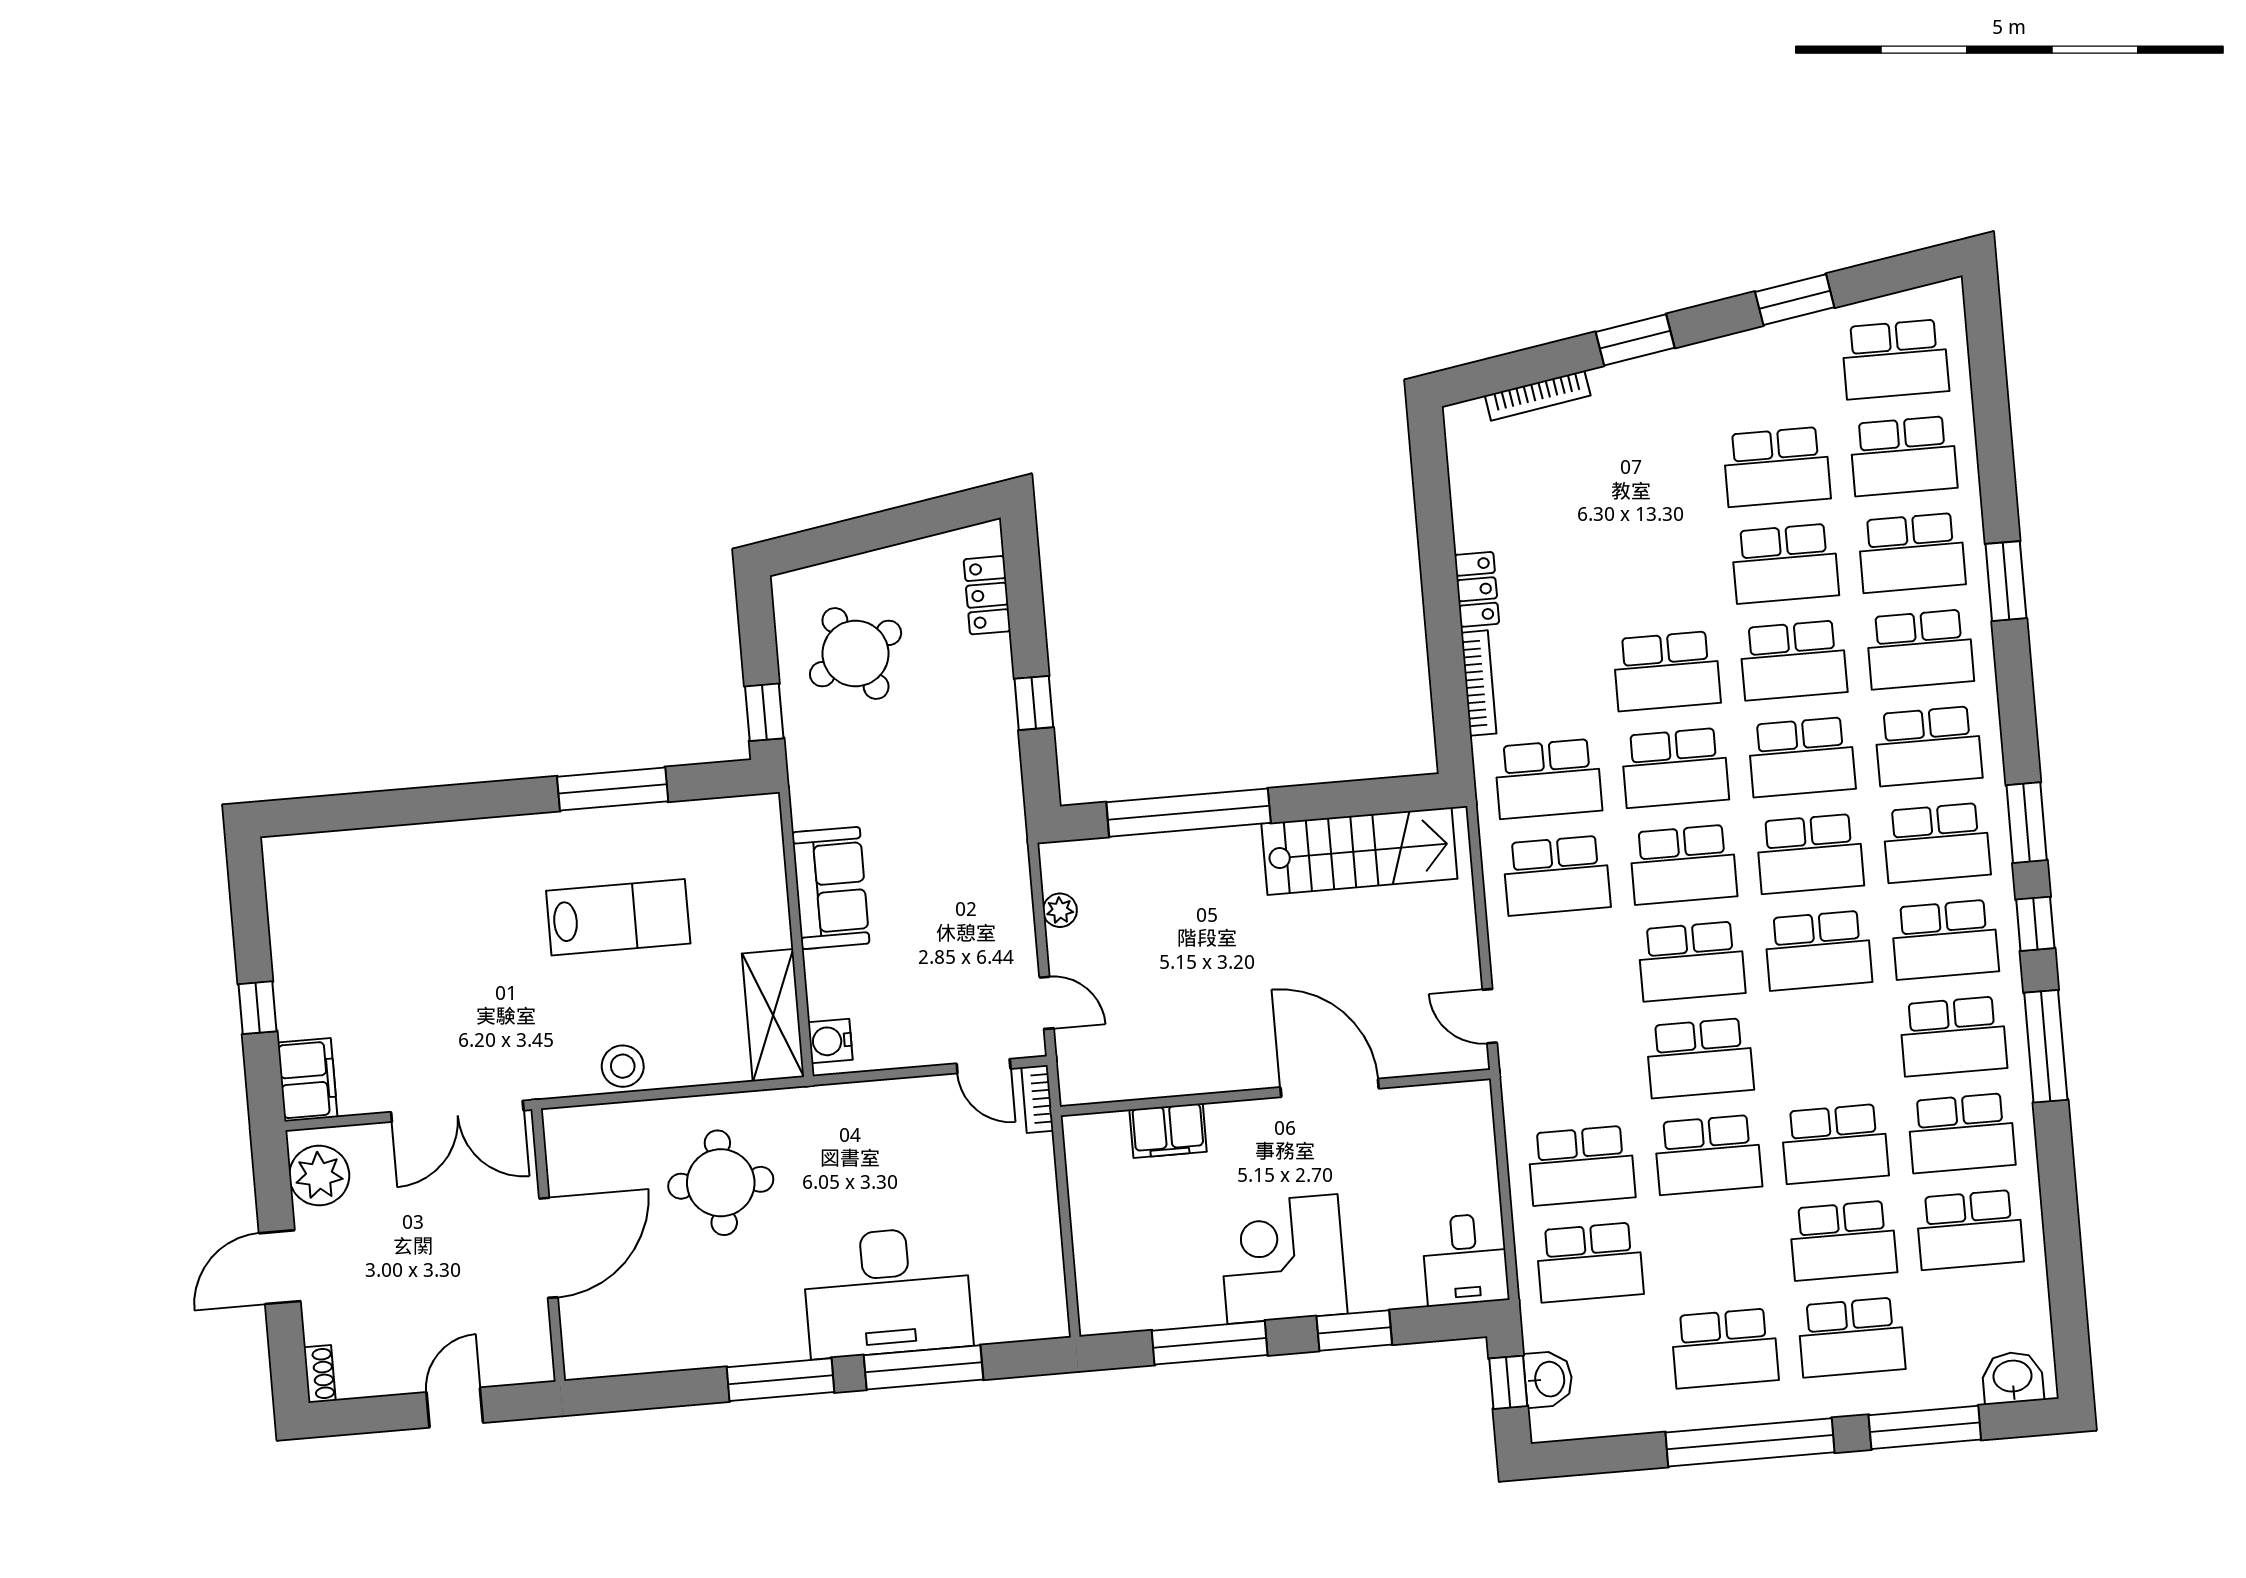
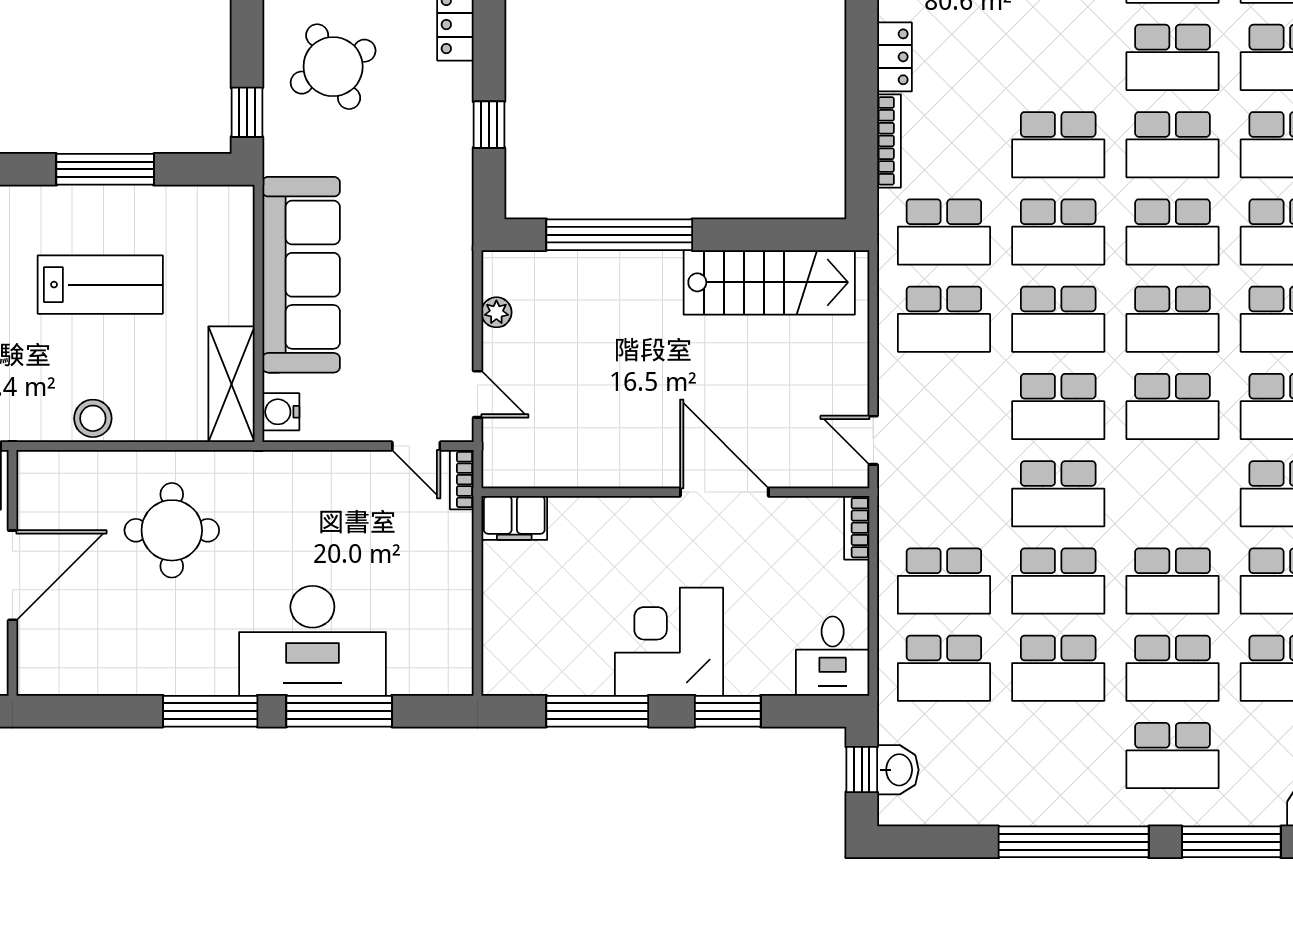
sofa: (831, 888) -> (301, 275), width x1.85, depth x1.27
bookcase: (1480, 1115) -> (857, 528), added
filing cabinet: (1168, 1131) -> (514, 518), moved
school desk: (1725, 1348) -> (1058, 668), moved

